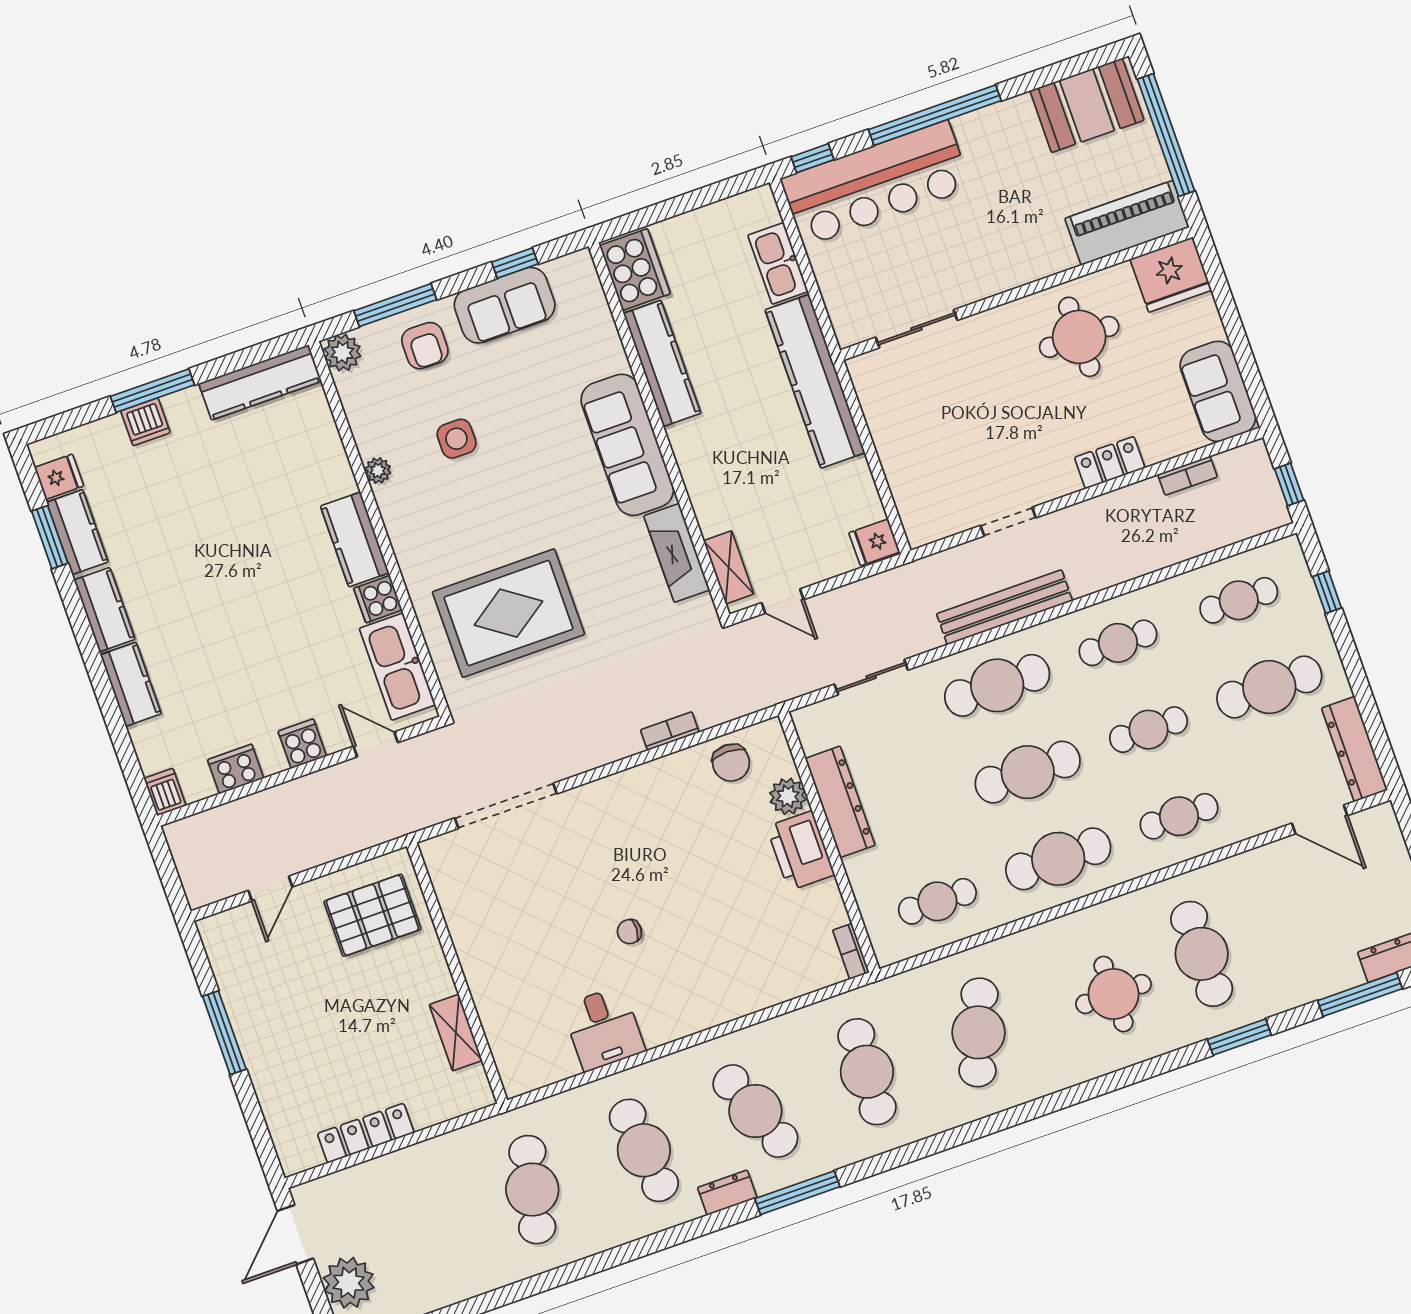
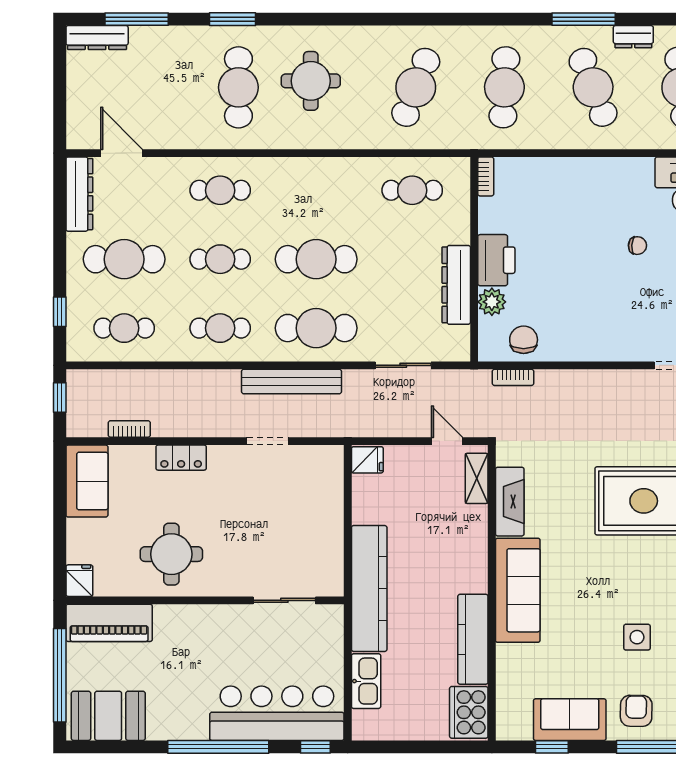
fridge: (1171, 275) -> (79, 581), width x0.53, depth x0.75
bookcase: (670, 731) -> (513, 377), moved
cafe table: (1058, 859) -> (316, 190), removed

